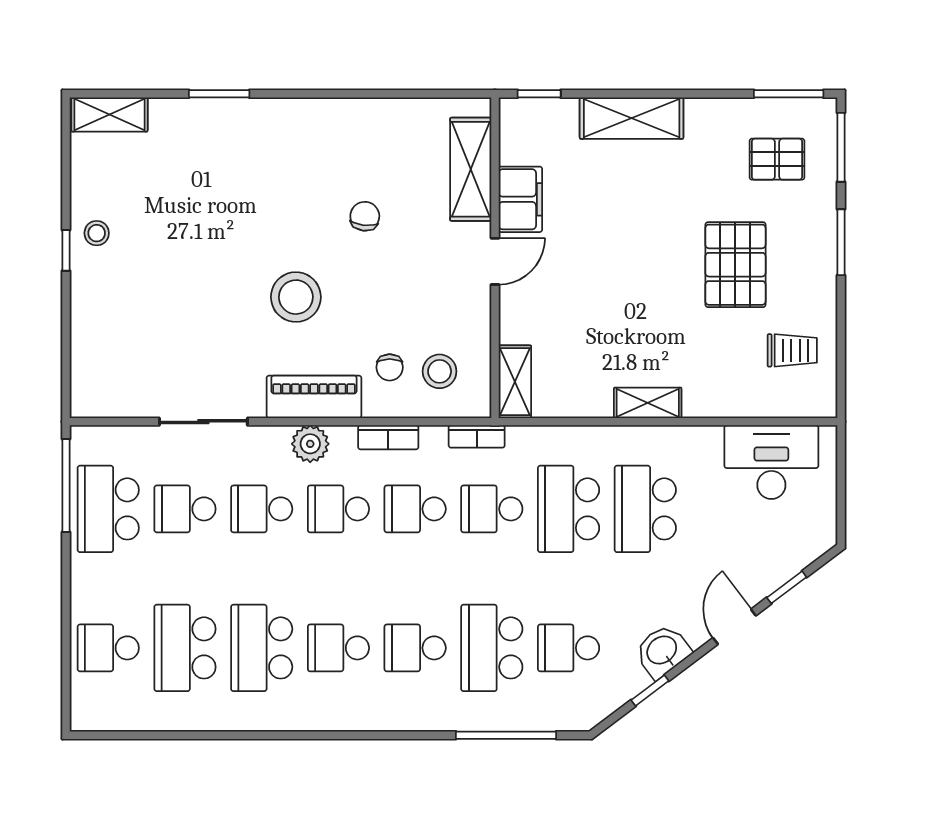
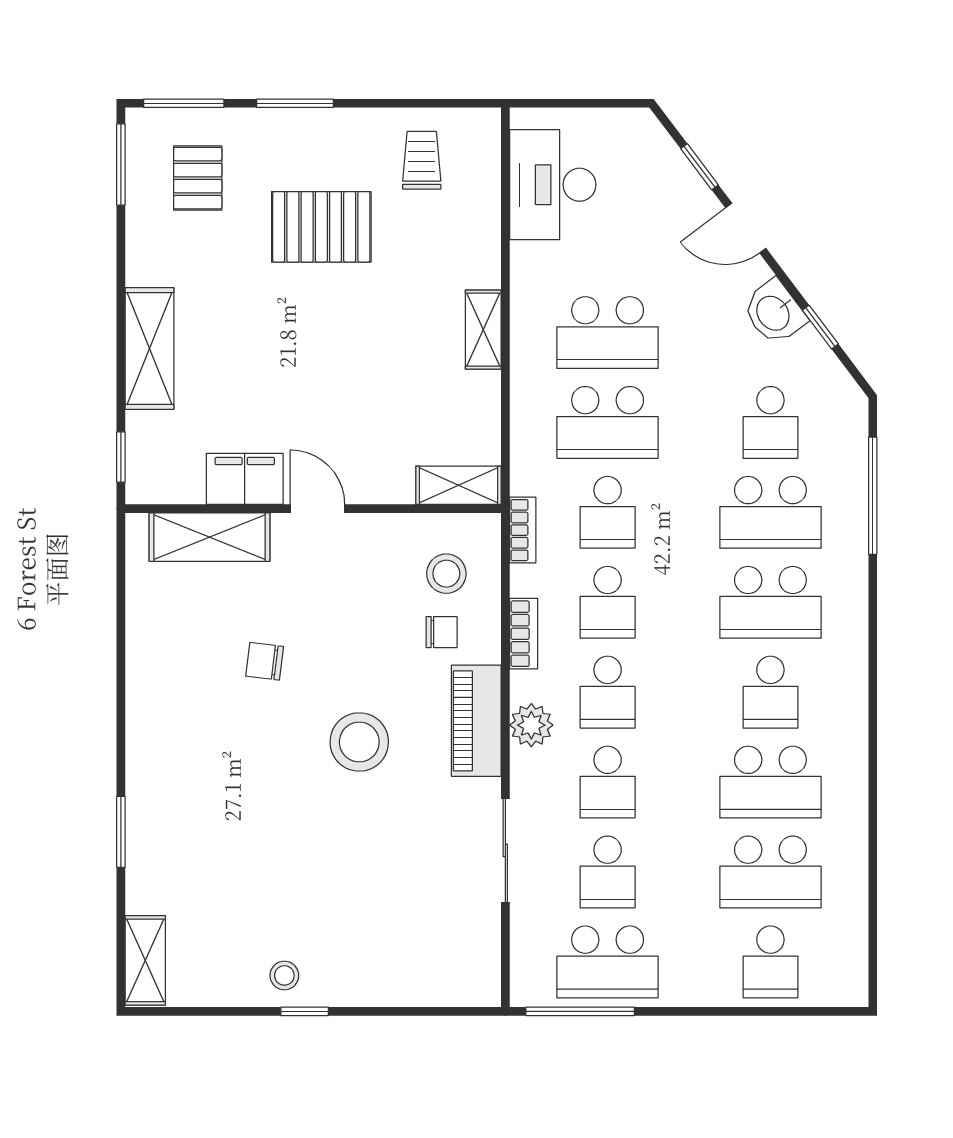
school desk: (415, 648) -> (770, 602), width x1.85

